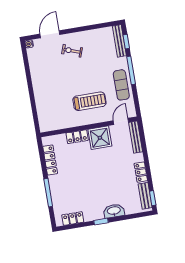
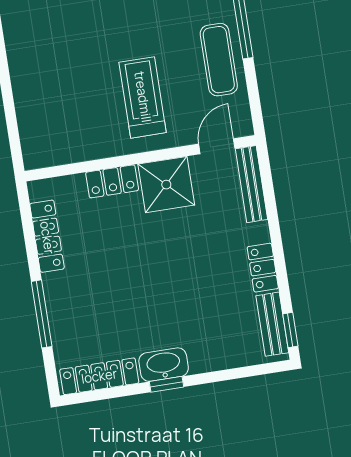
treadmill: (89, 101) -> (143, 97), turned -90
washbasin: (114, 211) -> (164, 365), moved
locker: (73, 219) -> (99, 376), width x1.53

